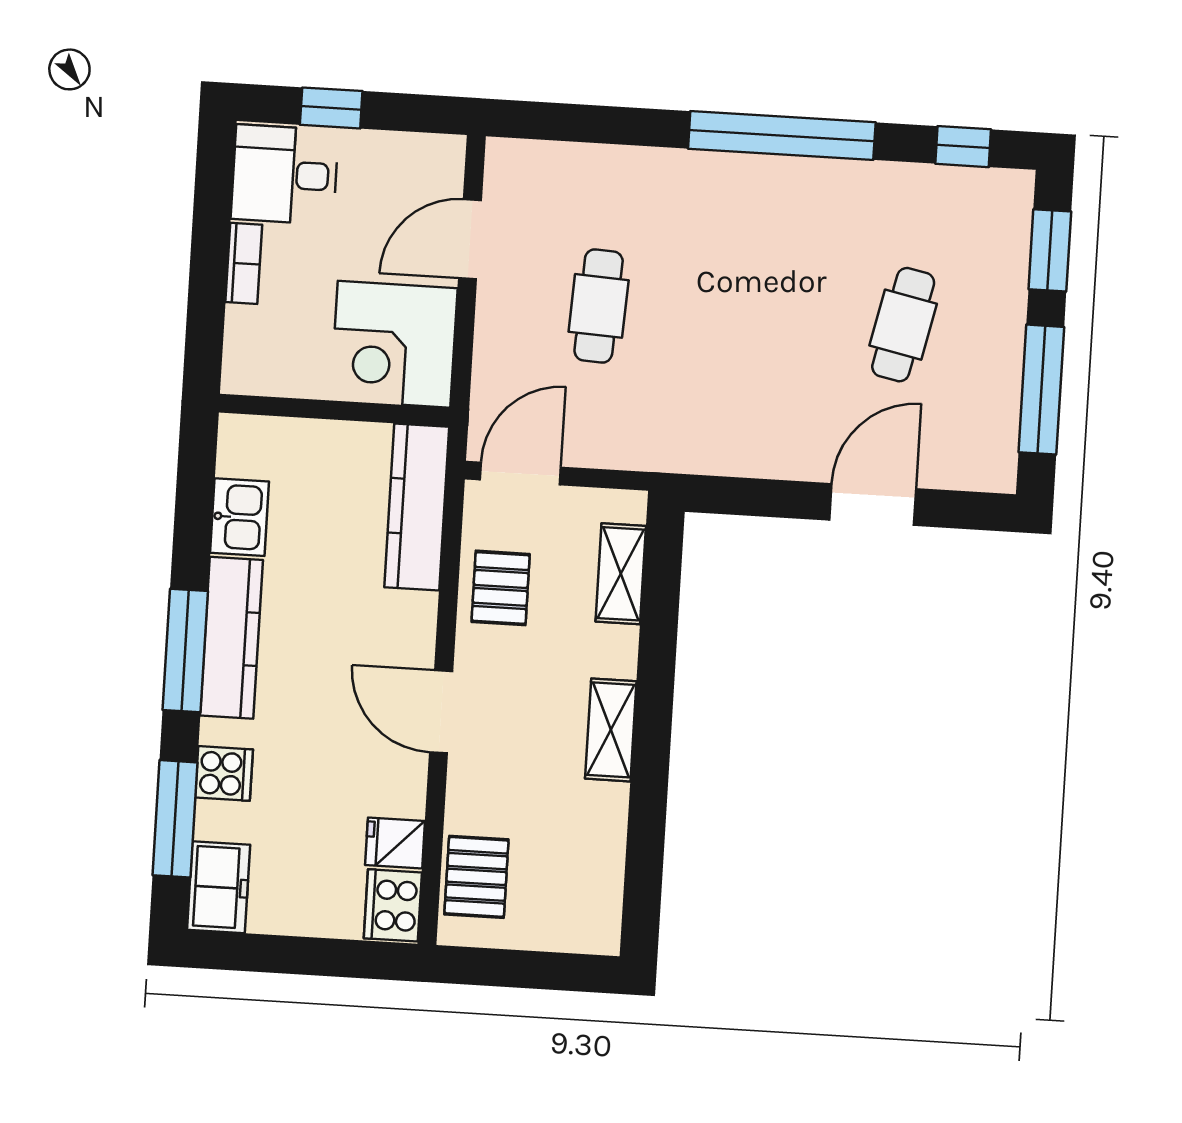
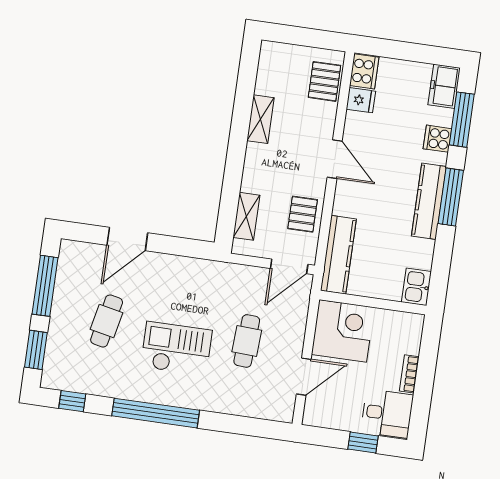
checkout: (749, 277) -> (176, 349), added
kitchen sink: (240, 517) -> (416, 287), moved
shelving: (611, 730) -> (260, 119), moved

